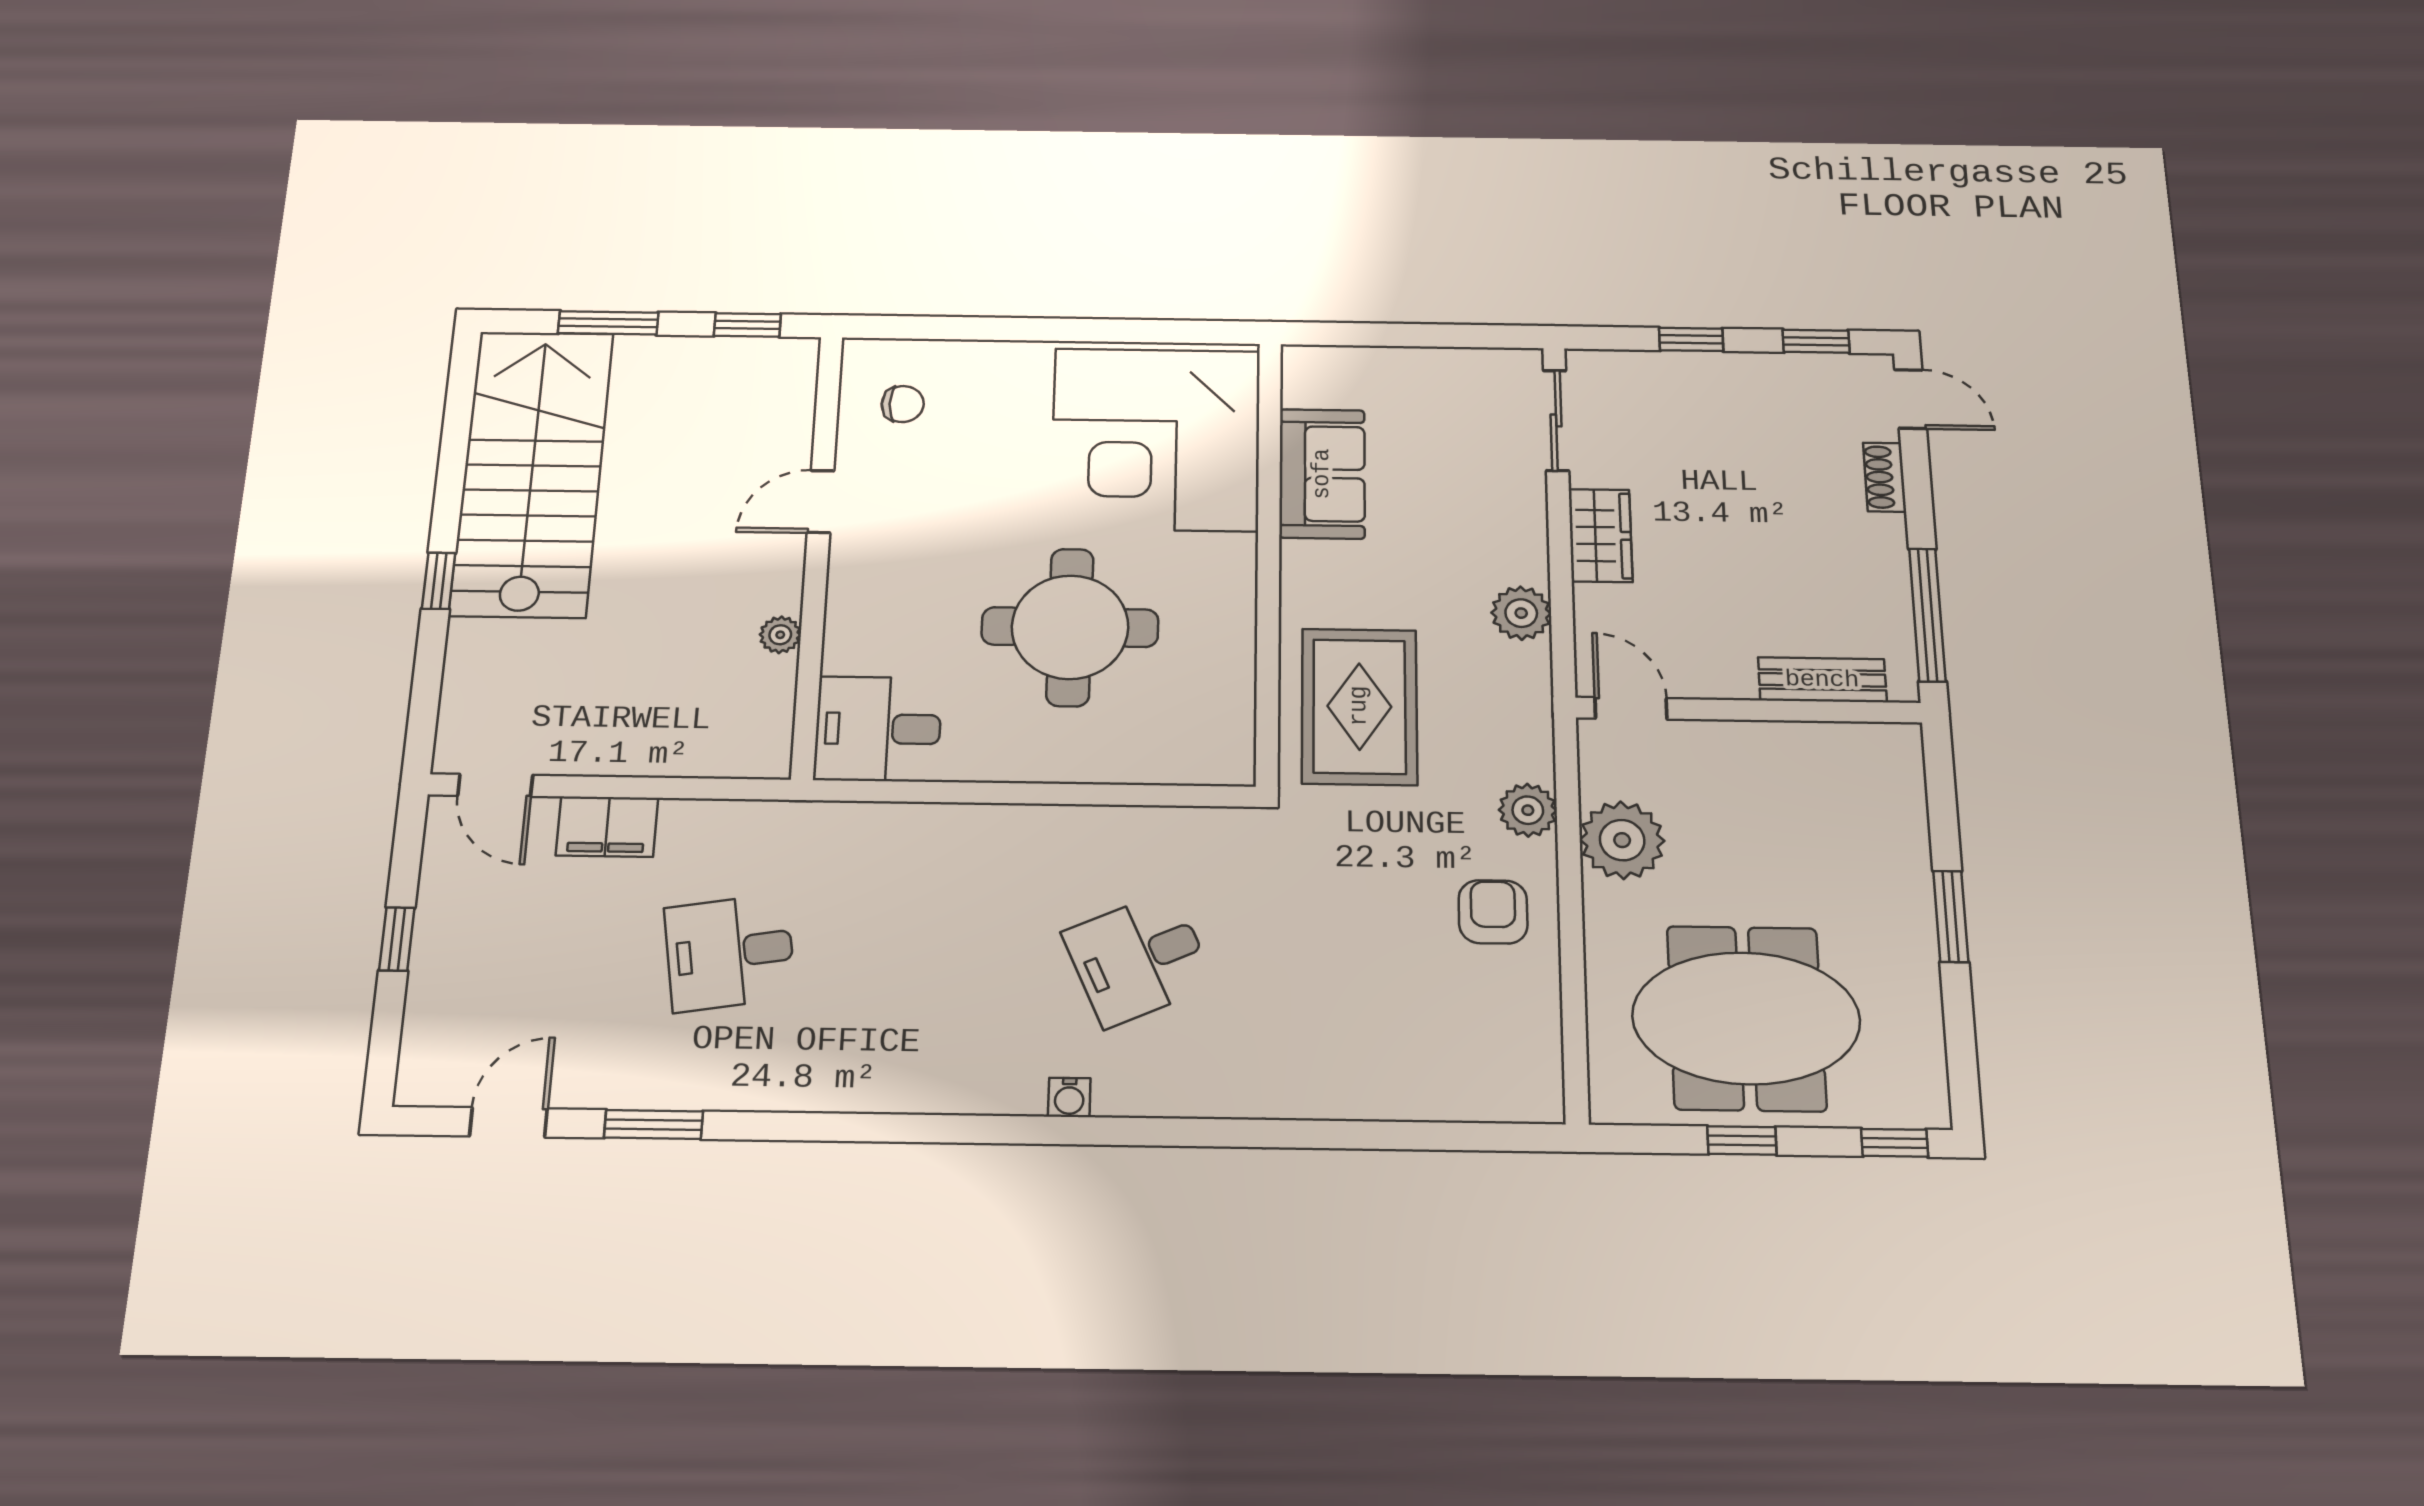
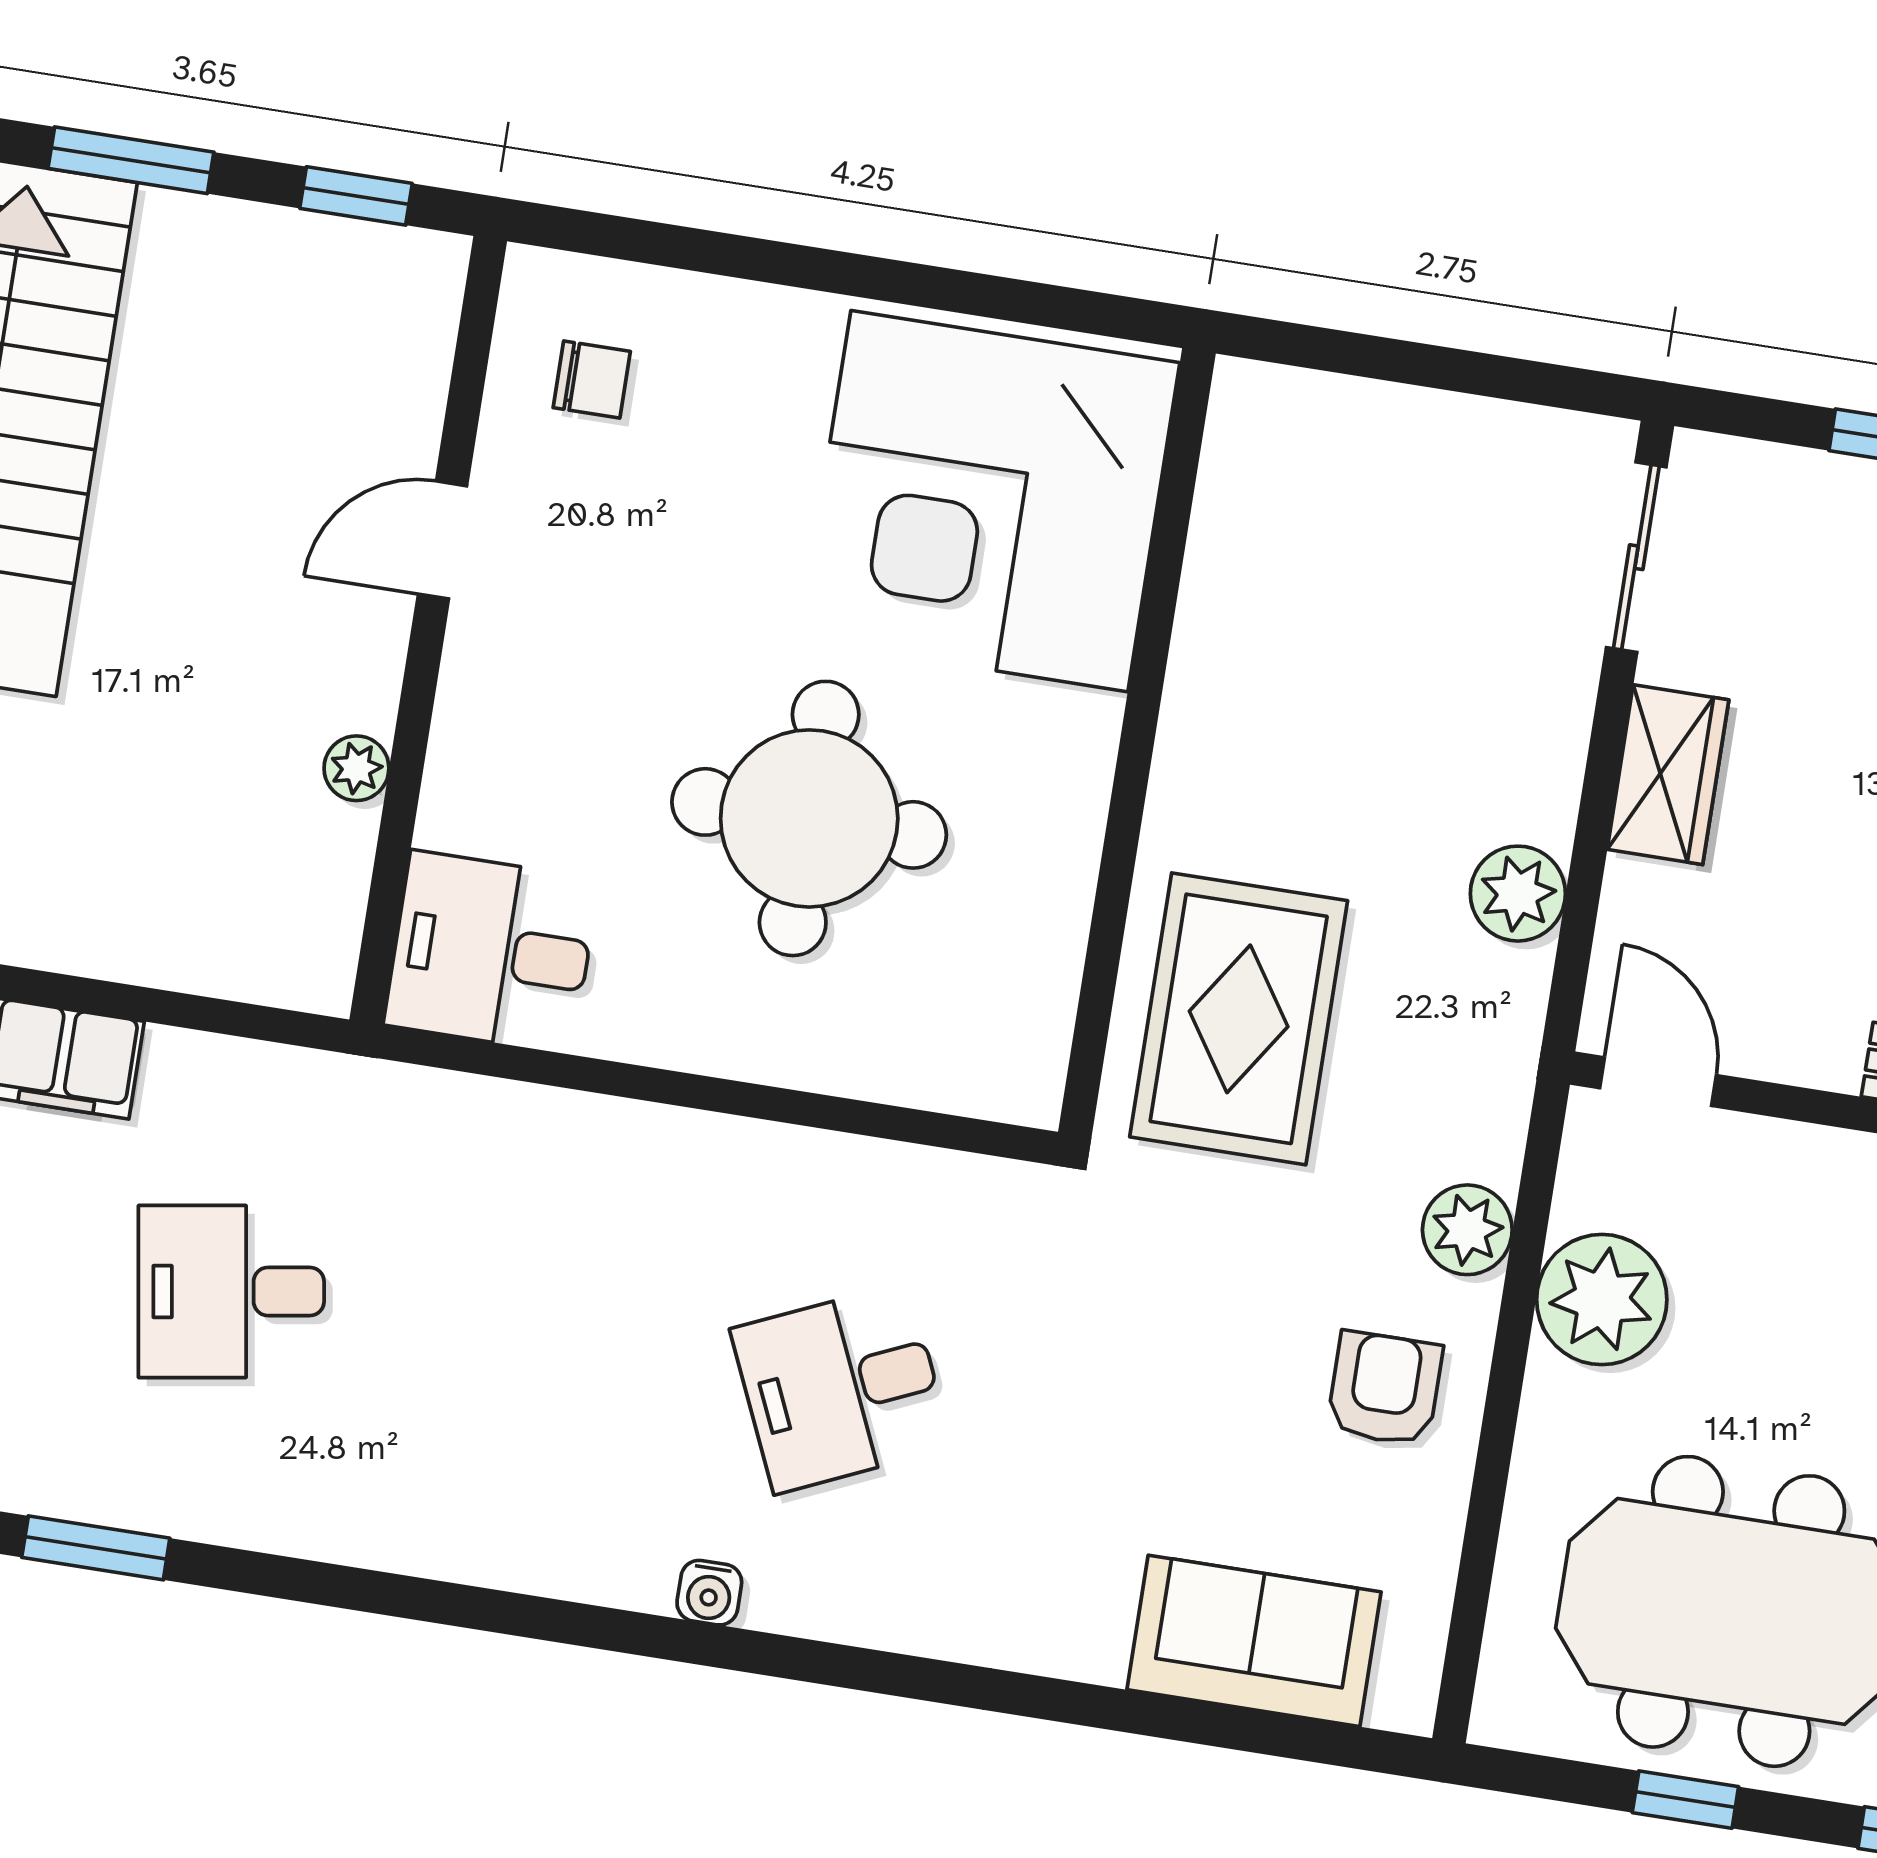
sofa: (1322, 474) -> (1254, 1641), moved, turned -90

